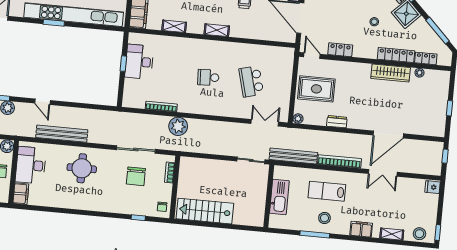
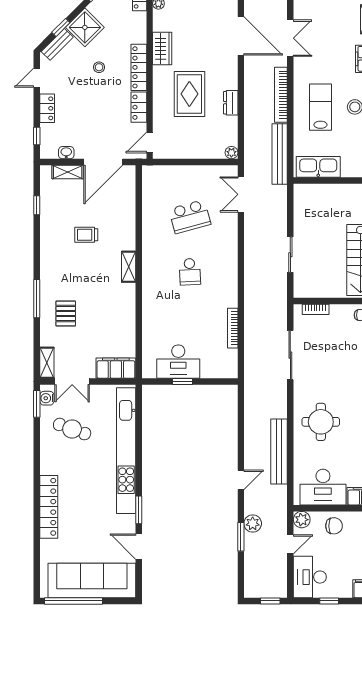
window: (54, 23) -> (139, 510), moved
shelving: (174, 26) -> (129, 321), removed
locker: (396, 55) -> (139, 67), moved
wardrobe: (391, 73) -> (162, 49), width x0.67
rug: (316, 89) -> (189, 94), moved
plant: (178, 126) -> (256, 304), removed
sliding door: (251, 160) -> (290, 255), moved
chair: (136, 176) -> (324, 352), removed
lab bench: (327, 191) -> (320, 107), turned 180
kitchen sink: (279, 197) -> (318, 167), moved

